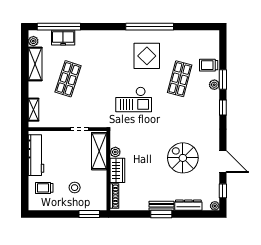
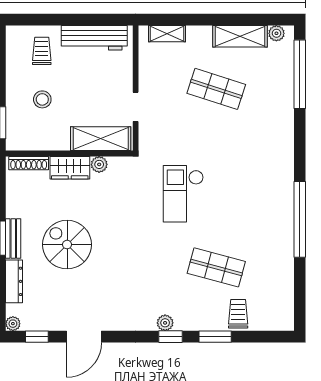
freezer: (63, 38) -> (282, 81), removed
display table: (147, 56) -> (253, 215), removed
plant: (214, 85) -> (165, 323), moved
spiral stairs: (183, 158) -> (67, 245), moved, turned -90

